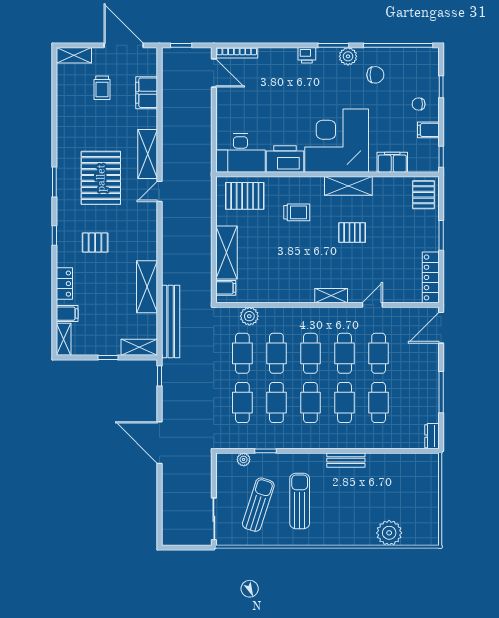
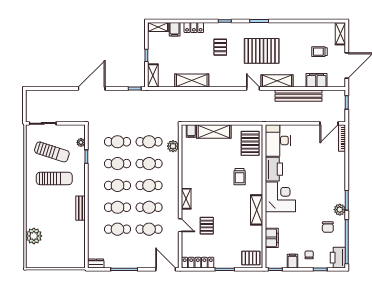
printer: (307, 55) -> (338, 258), moved, width x1.87, depth x1.48
corner desk: (337, 141) -> (280, 197), width x0.74, depth x0.74
pallet: (352, 233) -> (207, 226), moved
bench: (171, 322) -> (298, 96), moved

